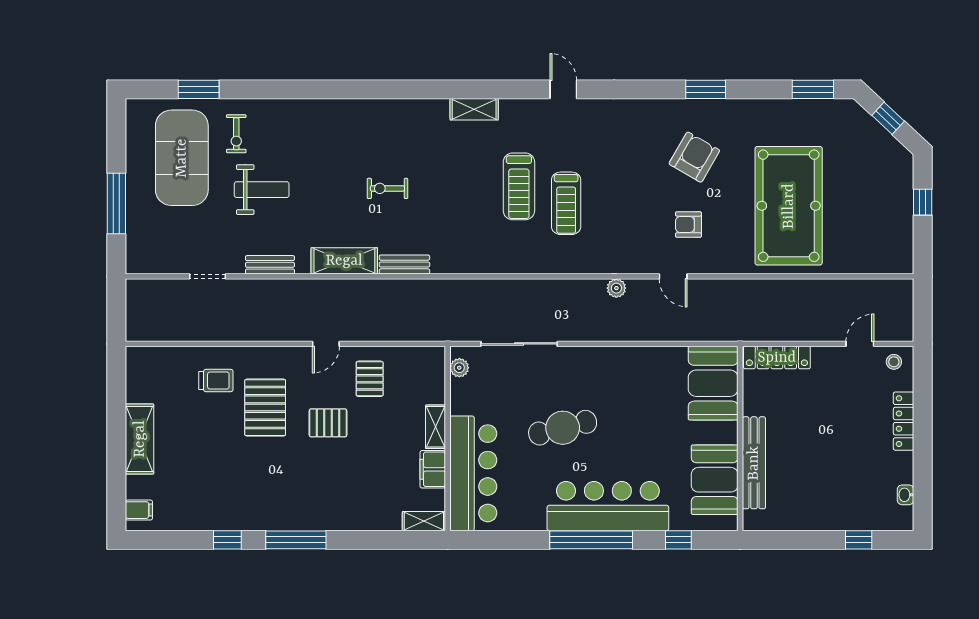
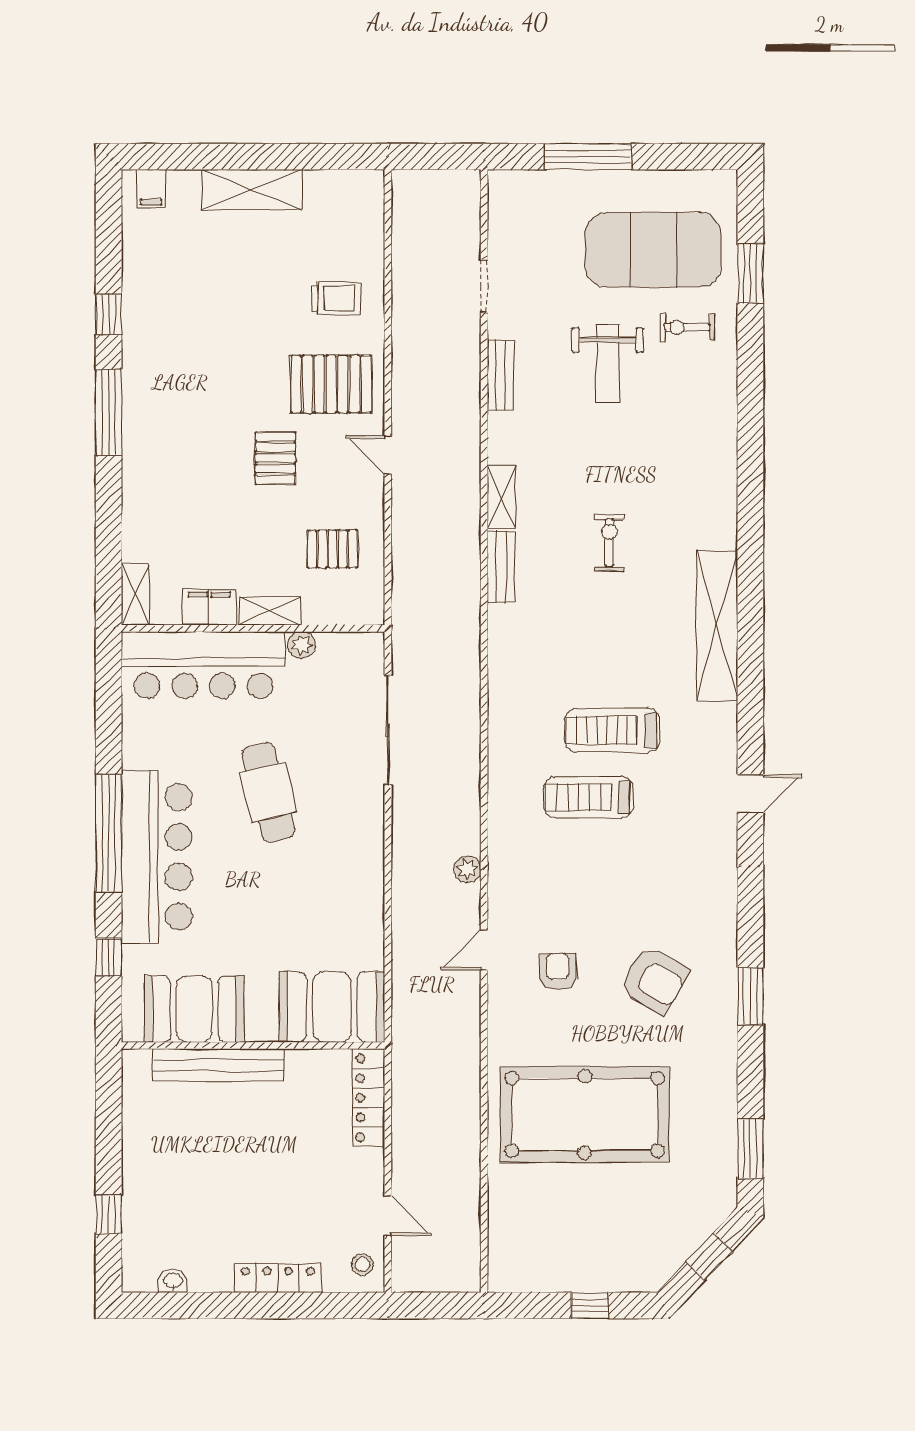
shelving: (474, 109) -> (717, 625), width x2.20, depth x1.33
shelving: (344, 261) -> (501, 497), width x0.67, depth x0.75
plant: (459, 368) -> (302, 645), moved
pallet: (370, 379) -> (333, 549), moved
trolley: (216, 381) -> (336, 298), turned -90
pallet: (265, 408) -> (331, 384), moved

